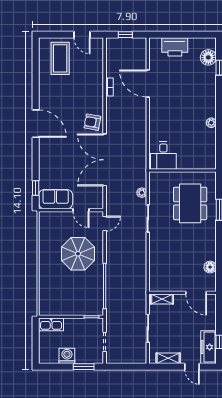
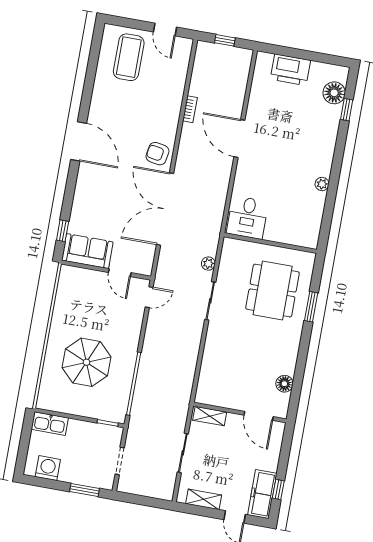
door: (148, 83) -> (239, 139), moved
parasol: (78, 254) -> (86, 362), moved
washing machine: (67, 356) -> (48, 468), moved

